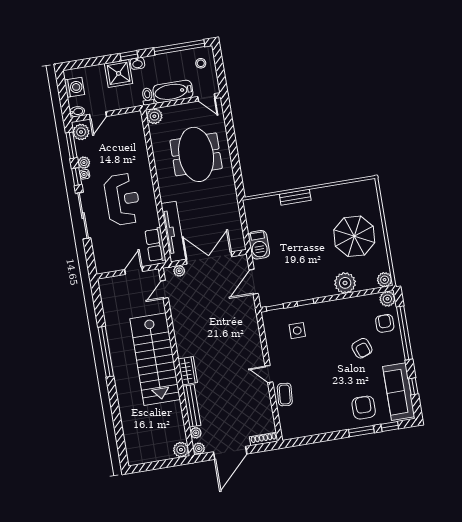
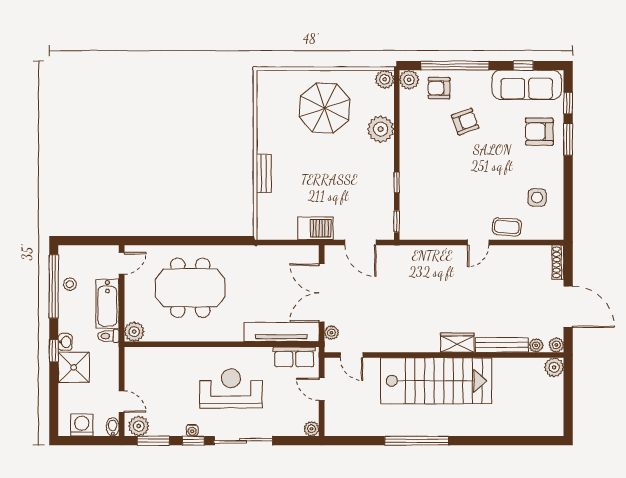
stool: (201, 63) -> (70, 284), moved
plant: (84, 163) -> (312, 429), moved
side table: (297, 331) -> (537, 197), moved

